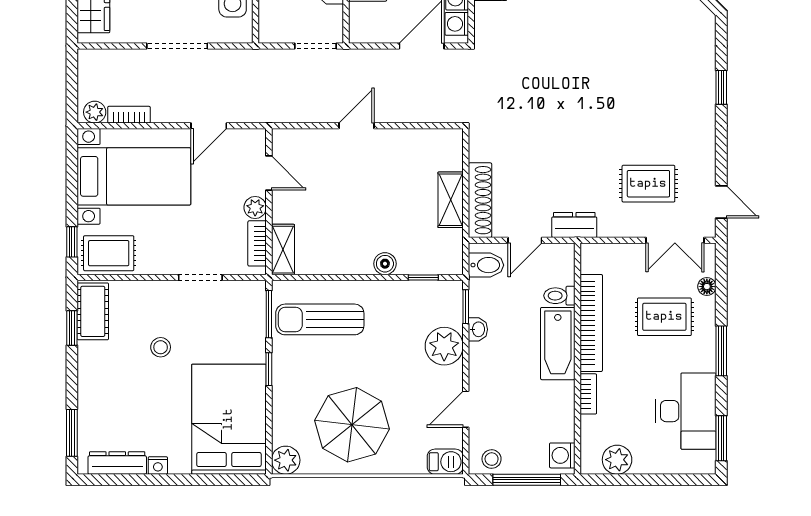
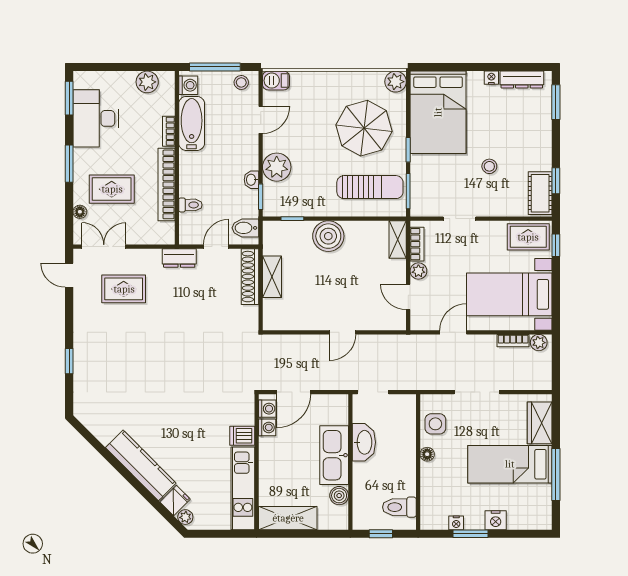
boiler: (385, 264) -> (328, 236), width x1.86, depth x1.86
bathtub: (558, 344) -> (192, 123), moved
parasol: (352, 425) -> (364, 128), moved

